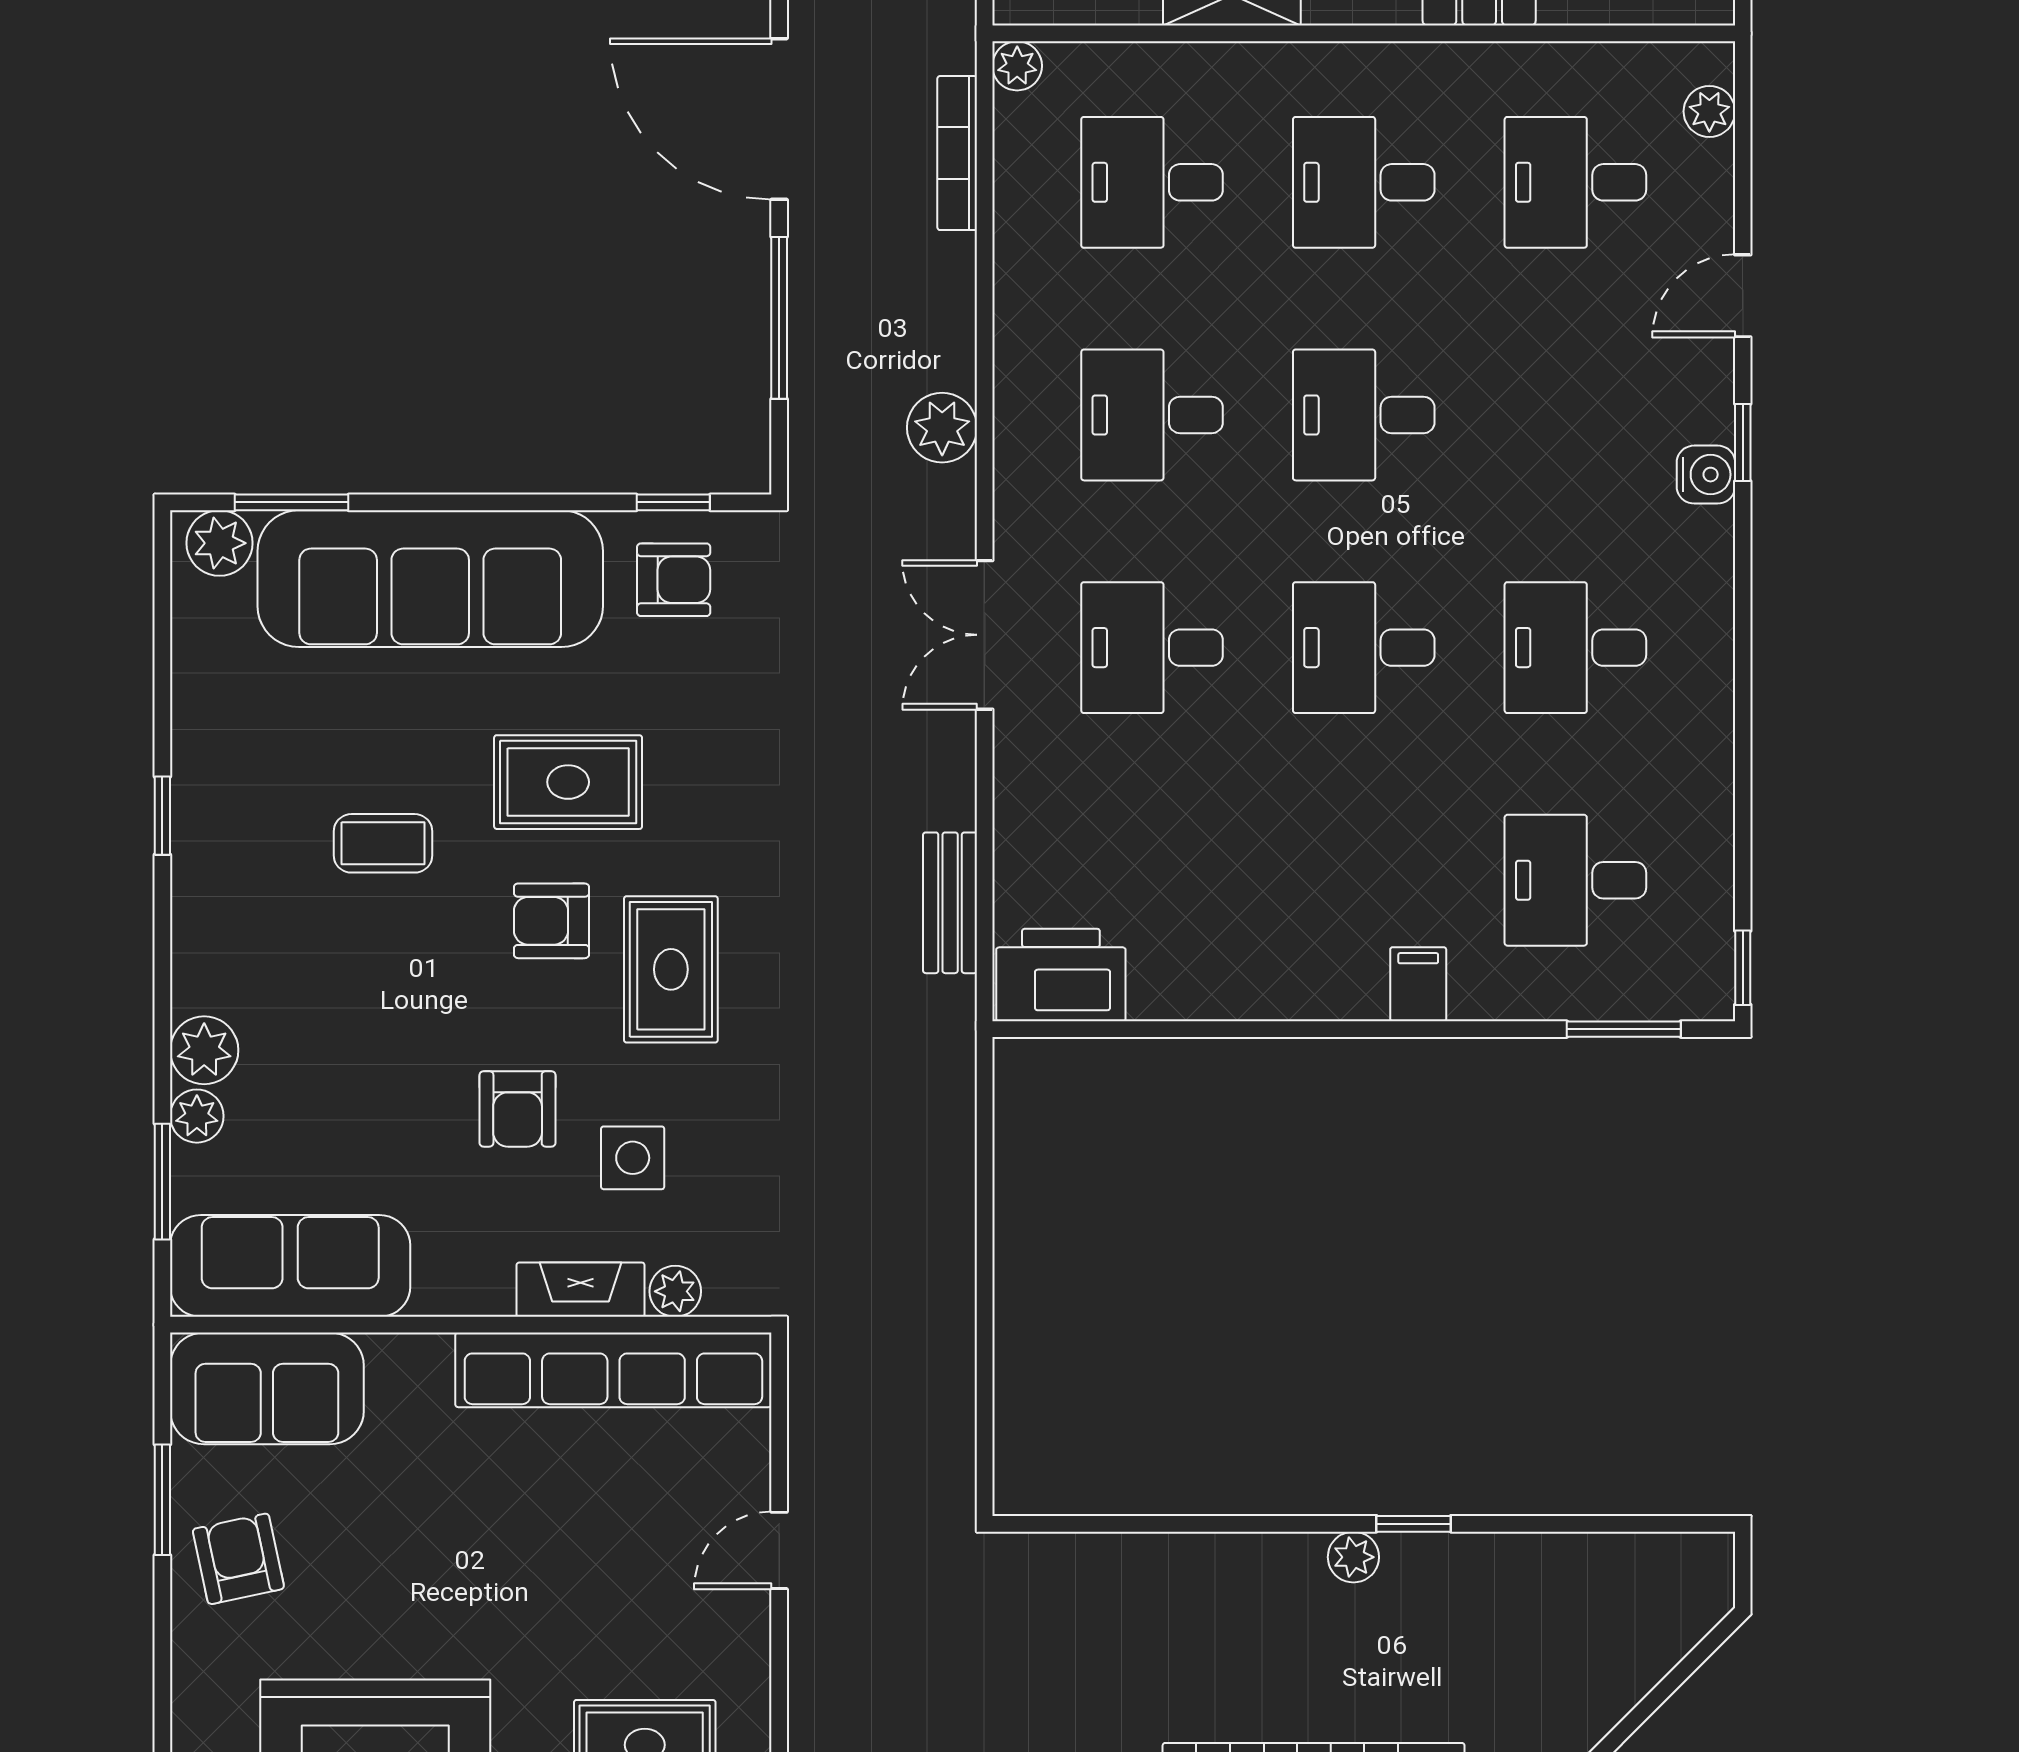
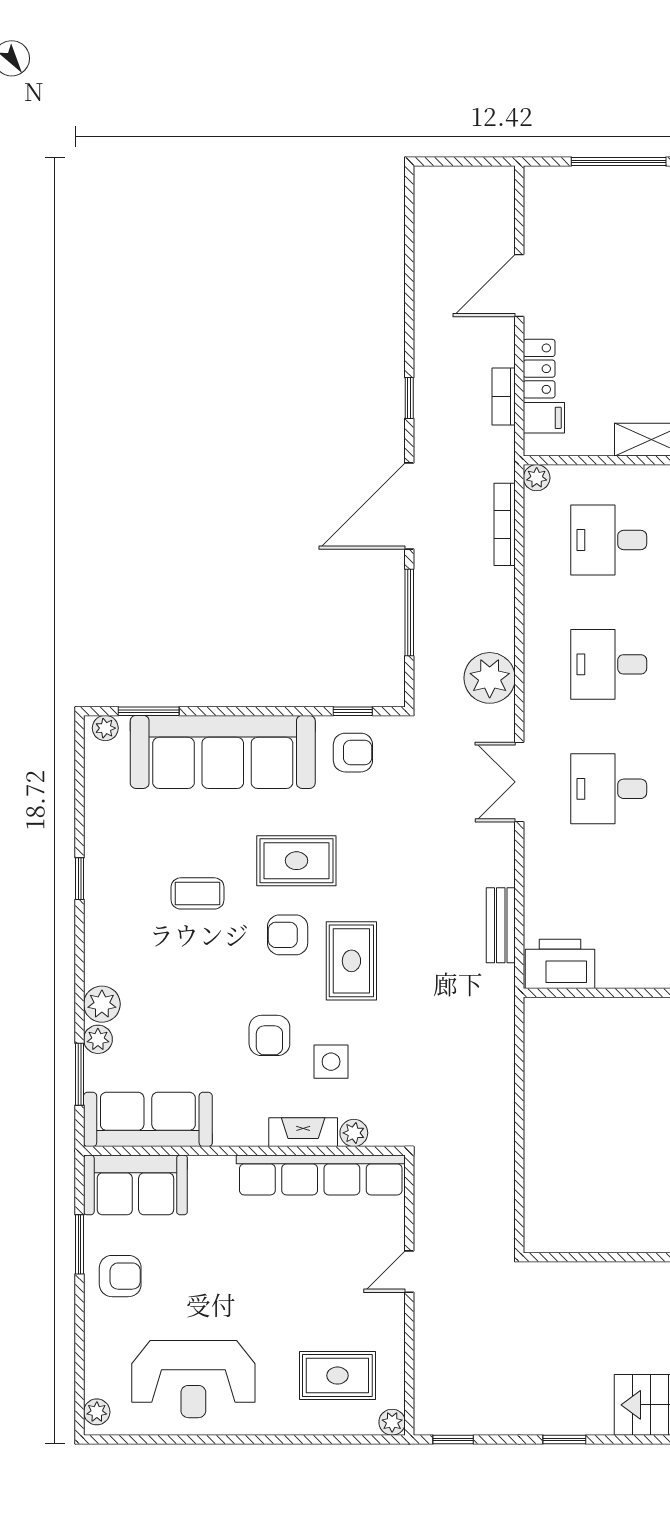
door: (779, 119) -> (409, 506), hinge flipped
plant: (942, 428) -> (490, 678), width x1.36, depth x1.36
plant: (219, 543) -> (105, 728), width x0.73, depth x0.73
armchair: (238, 1559) -> (120, 1276), turned 102

